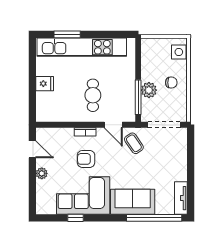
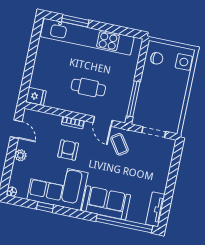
chair: (171, 83) -> (157, 58), moved
fridge: (45, 84) -> (36, 96), moved
plant: (149, 90) -> (146, 94), removed
cafe table: (93, 95) -> (88, 87), turned 90
doorway: (164, 125) -> (154, 132), width x0.73
armchair: (86, 159) -> (68, 150), turned 90
floor lamp: (41, 210) -> (12, 192), added

